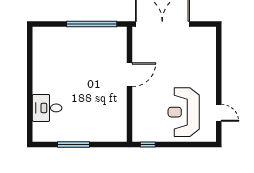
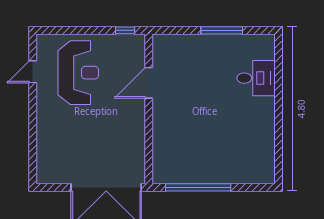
door: (130, 75) -> (149, 83), moved
door: (219, 113) -> (33, 72), hinge flipped

